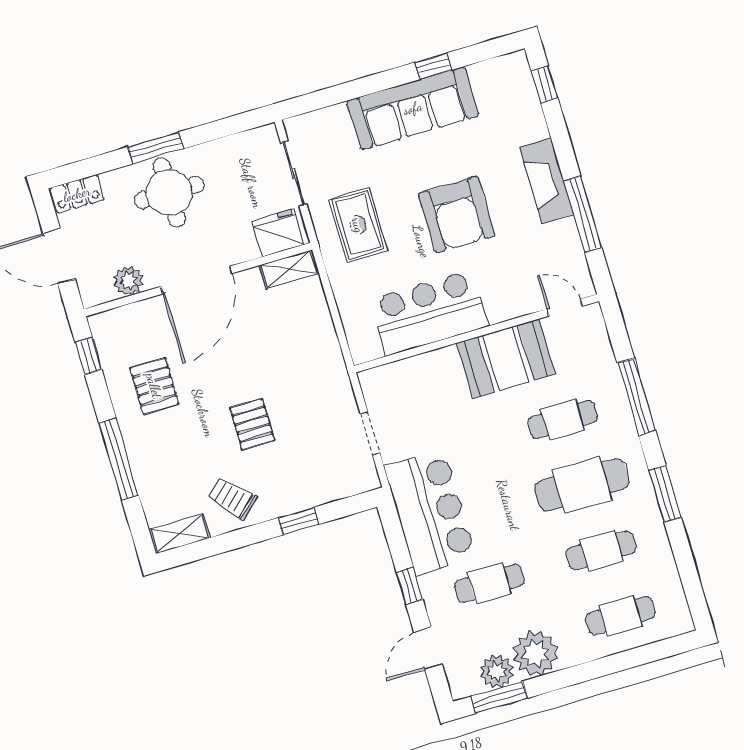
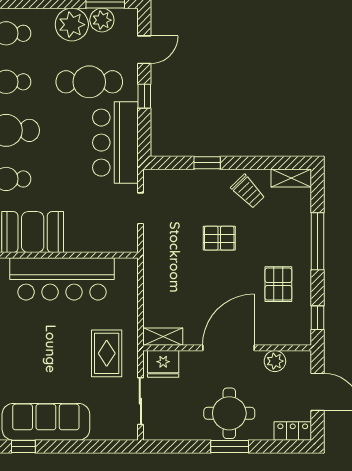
armchair: (457, 215) -> (37, 340), removed
bar counter: (429, 313) -> (62, 279), width x1.36
pallet: (252, 424) -> (219, 238), turned 90
cafe table: (489, 583) -> (89, 82), width x1.37, depth x1.35

